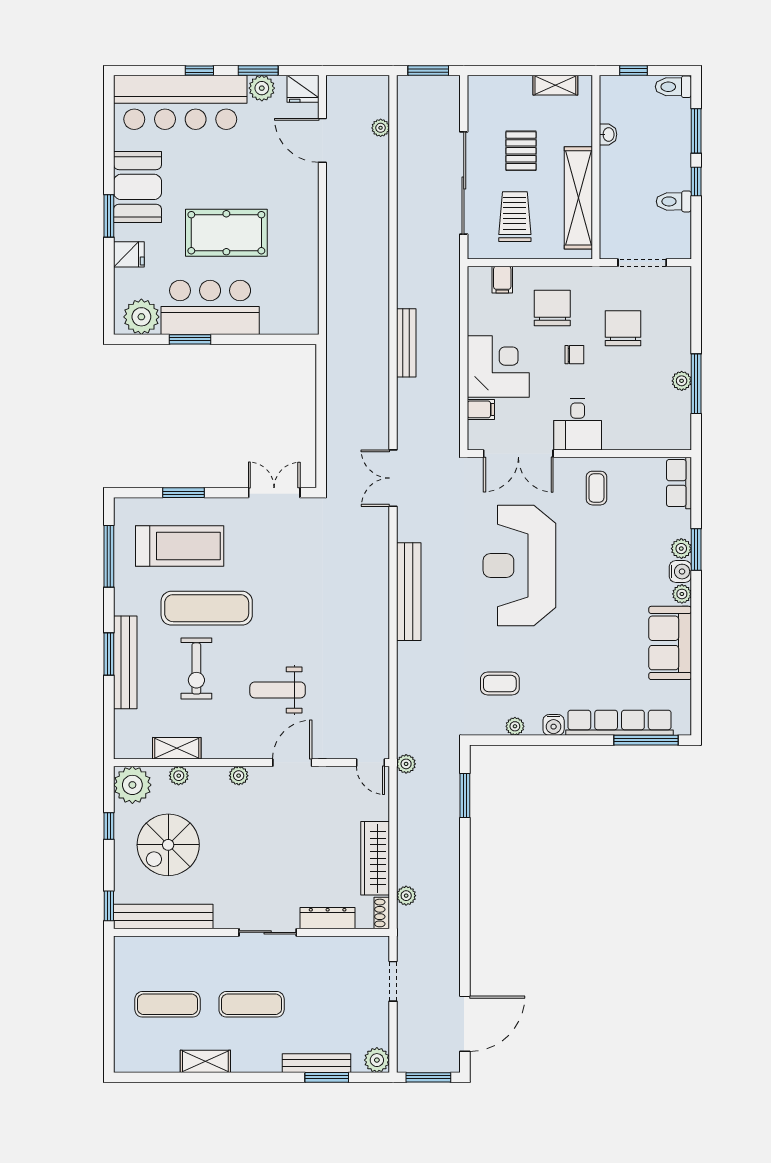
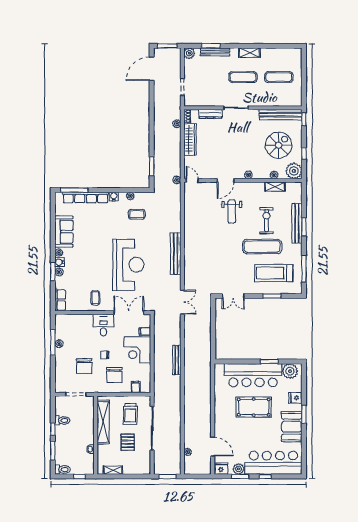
bar counter: (210, 307) -> (253, 375), width x1.36
weight bench: (278, 690) -> (232, 212), turned 90
shelving: (205, 1061) -> (249, 53), moved

